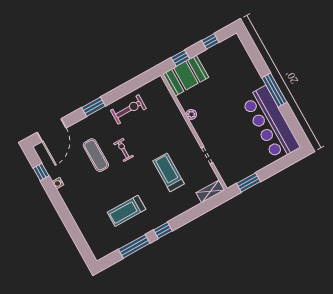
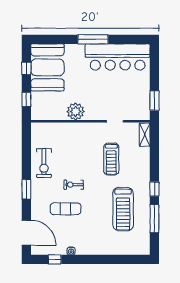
booth: (186, 76) -> (47, 67), moved, width x1.36, depth x1.42
exercise bike: (128, 109) -> (44, 163), turned 180
plant: (191, 114) -> (76, 112), width x1.88, depth x1.88
treadmill: (169, 172) -> (111, 159), turned -90
treadmill: (127, 211) -> (123, 209), width x1.37, depth x1.38

